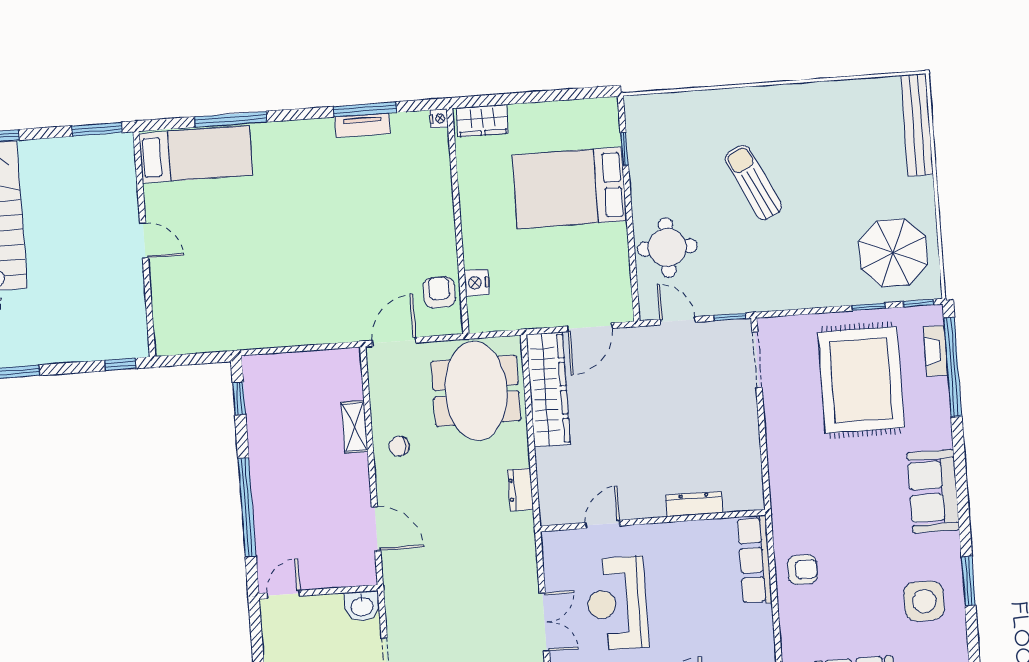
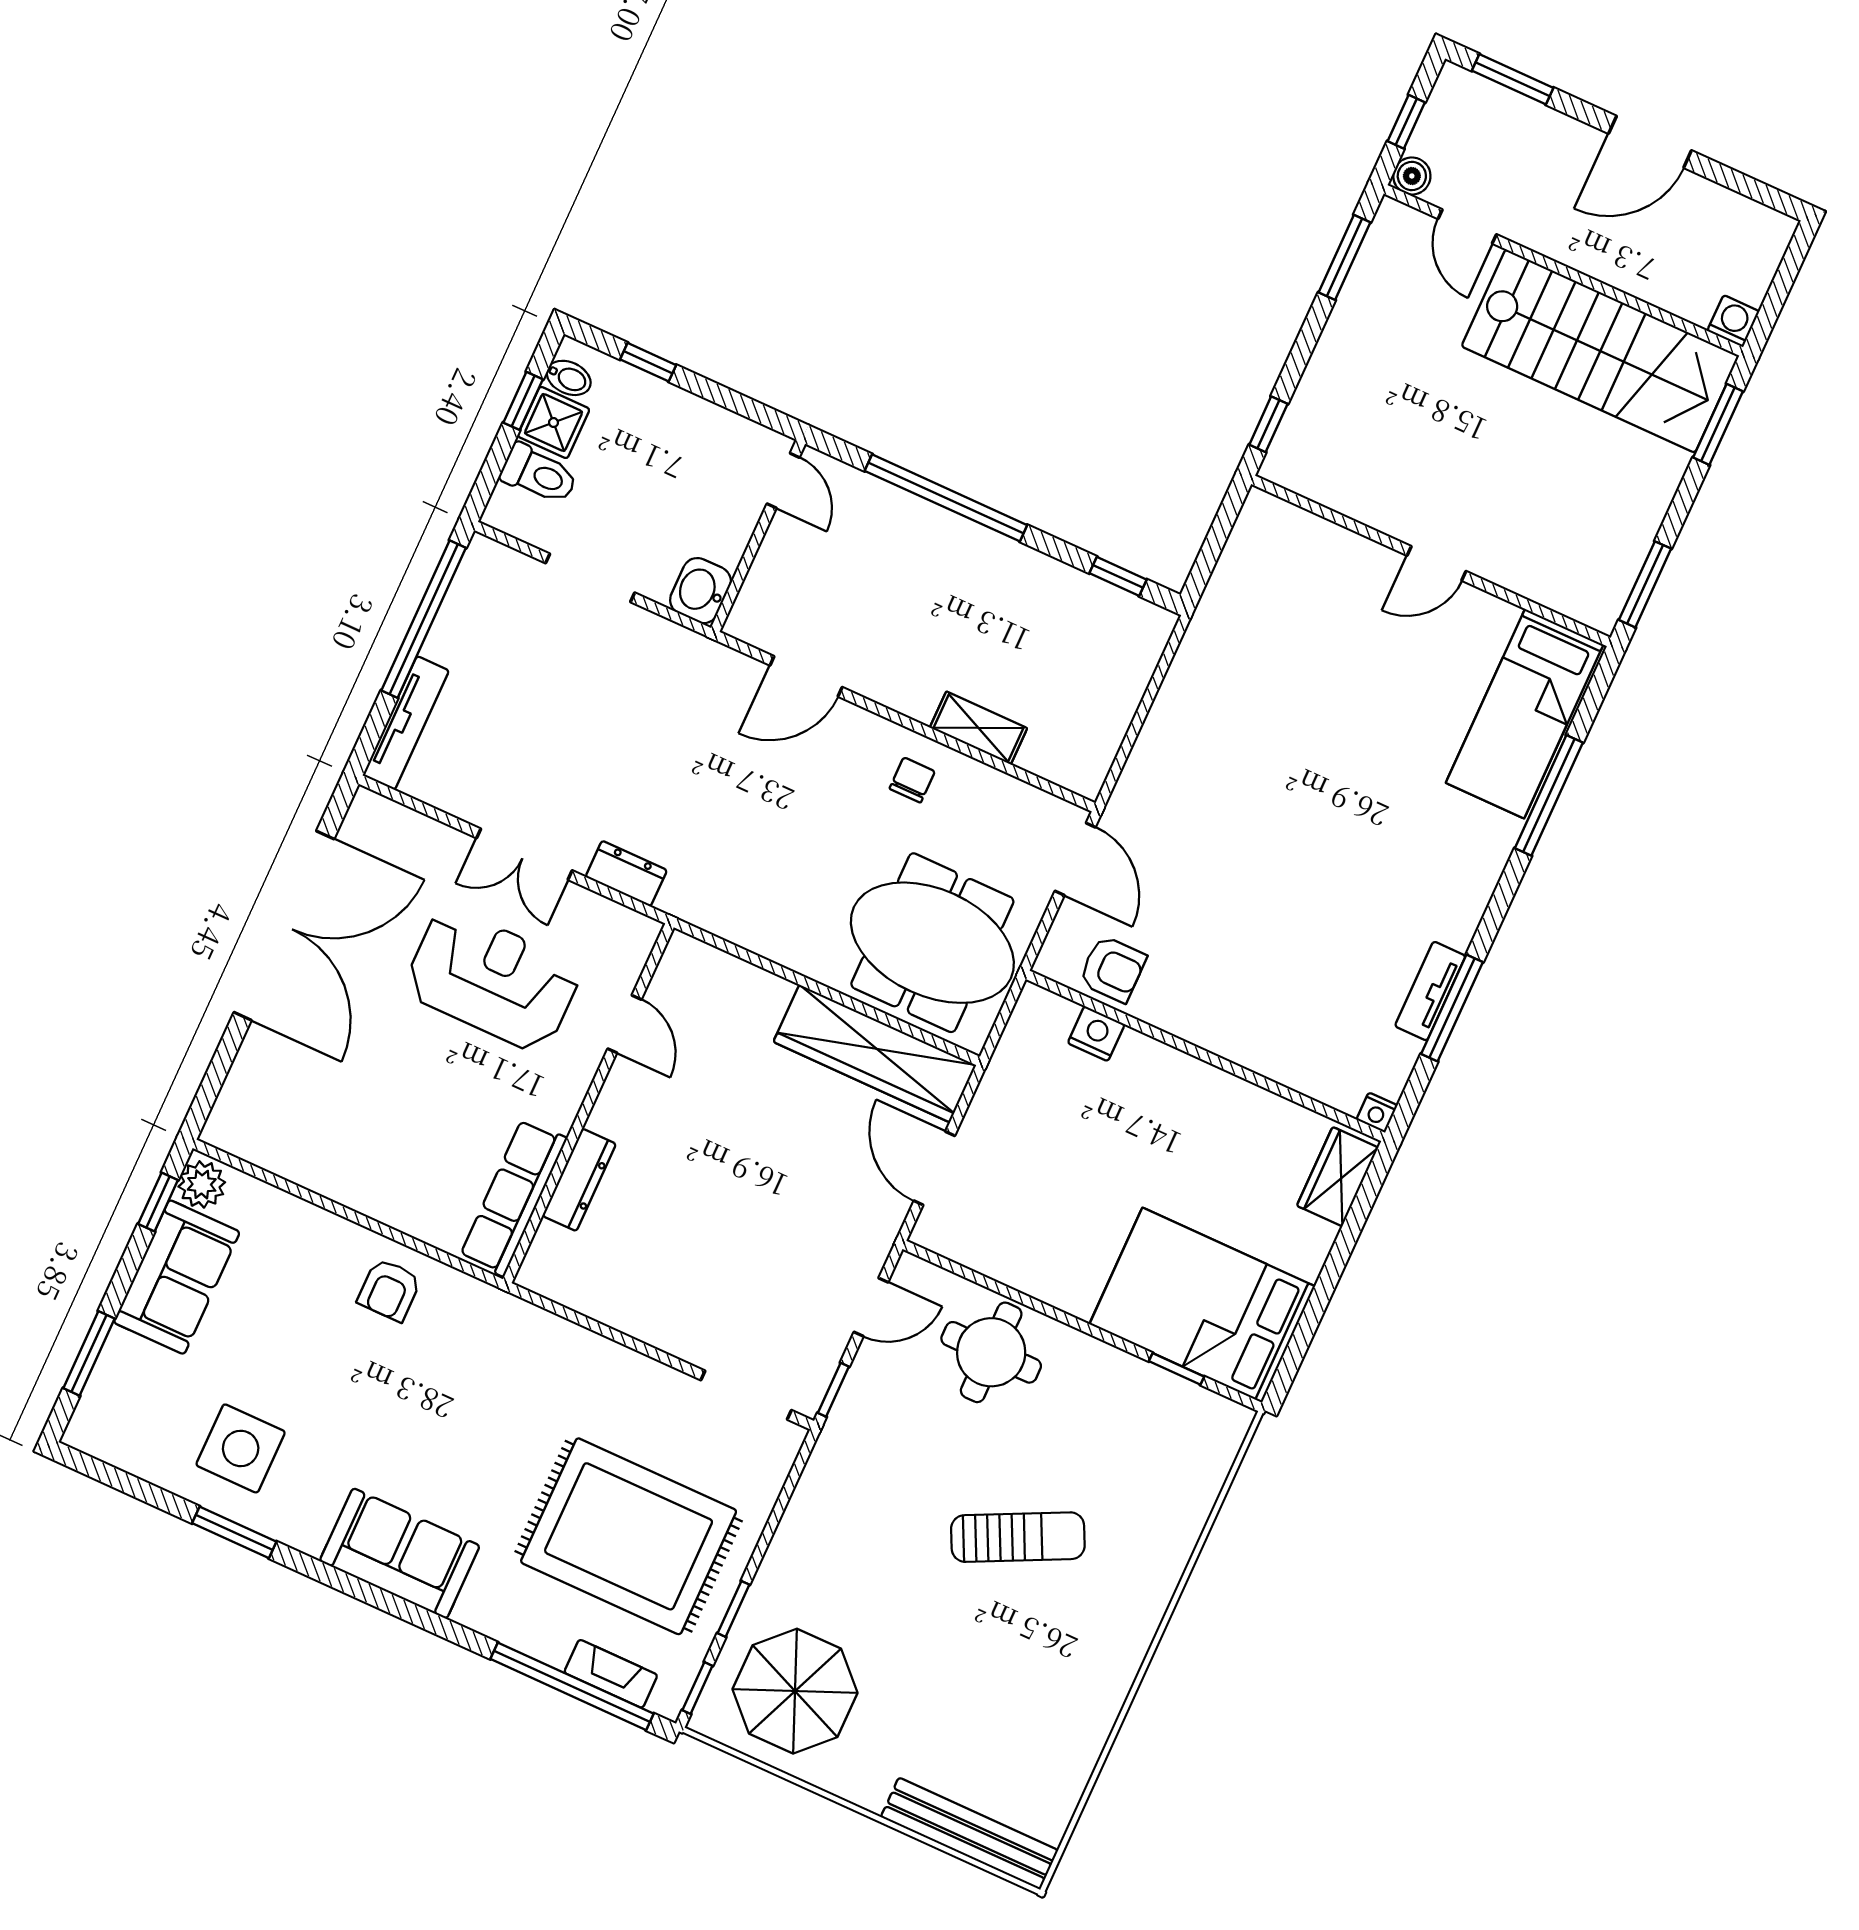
bed: (569, 188) -> (1202, 1305), moved, turned -90
dresser: (520, 489) -> (626, 874), moved
row of seats: (755, 560) -> (513, 1197), moved, turned -90

